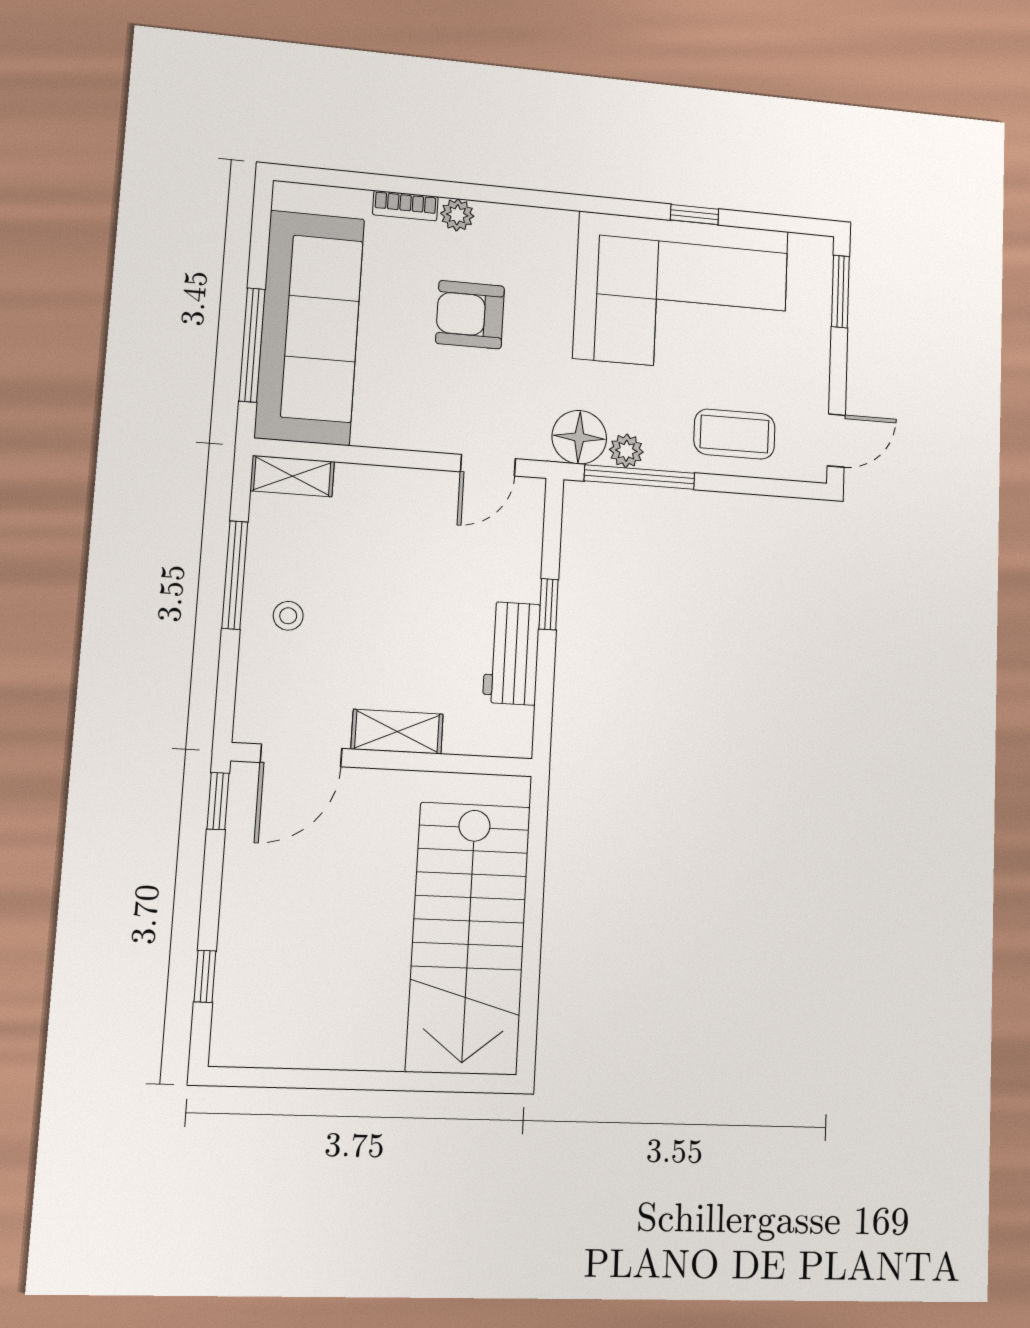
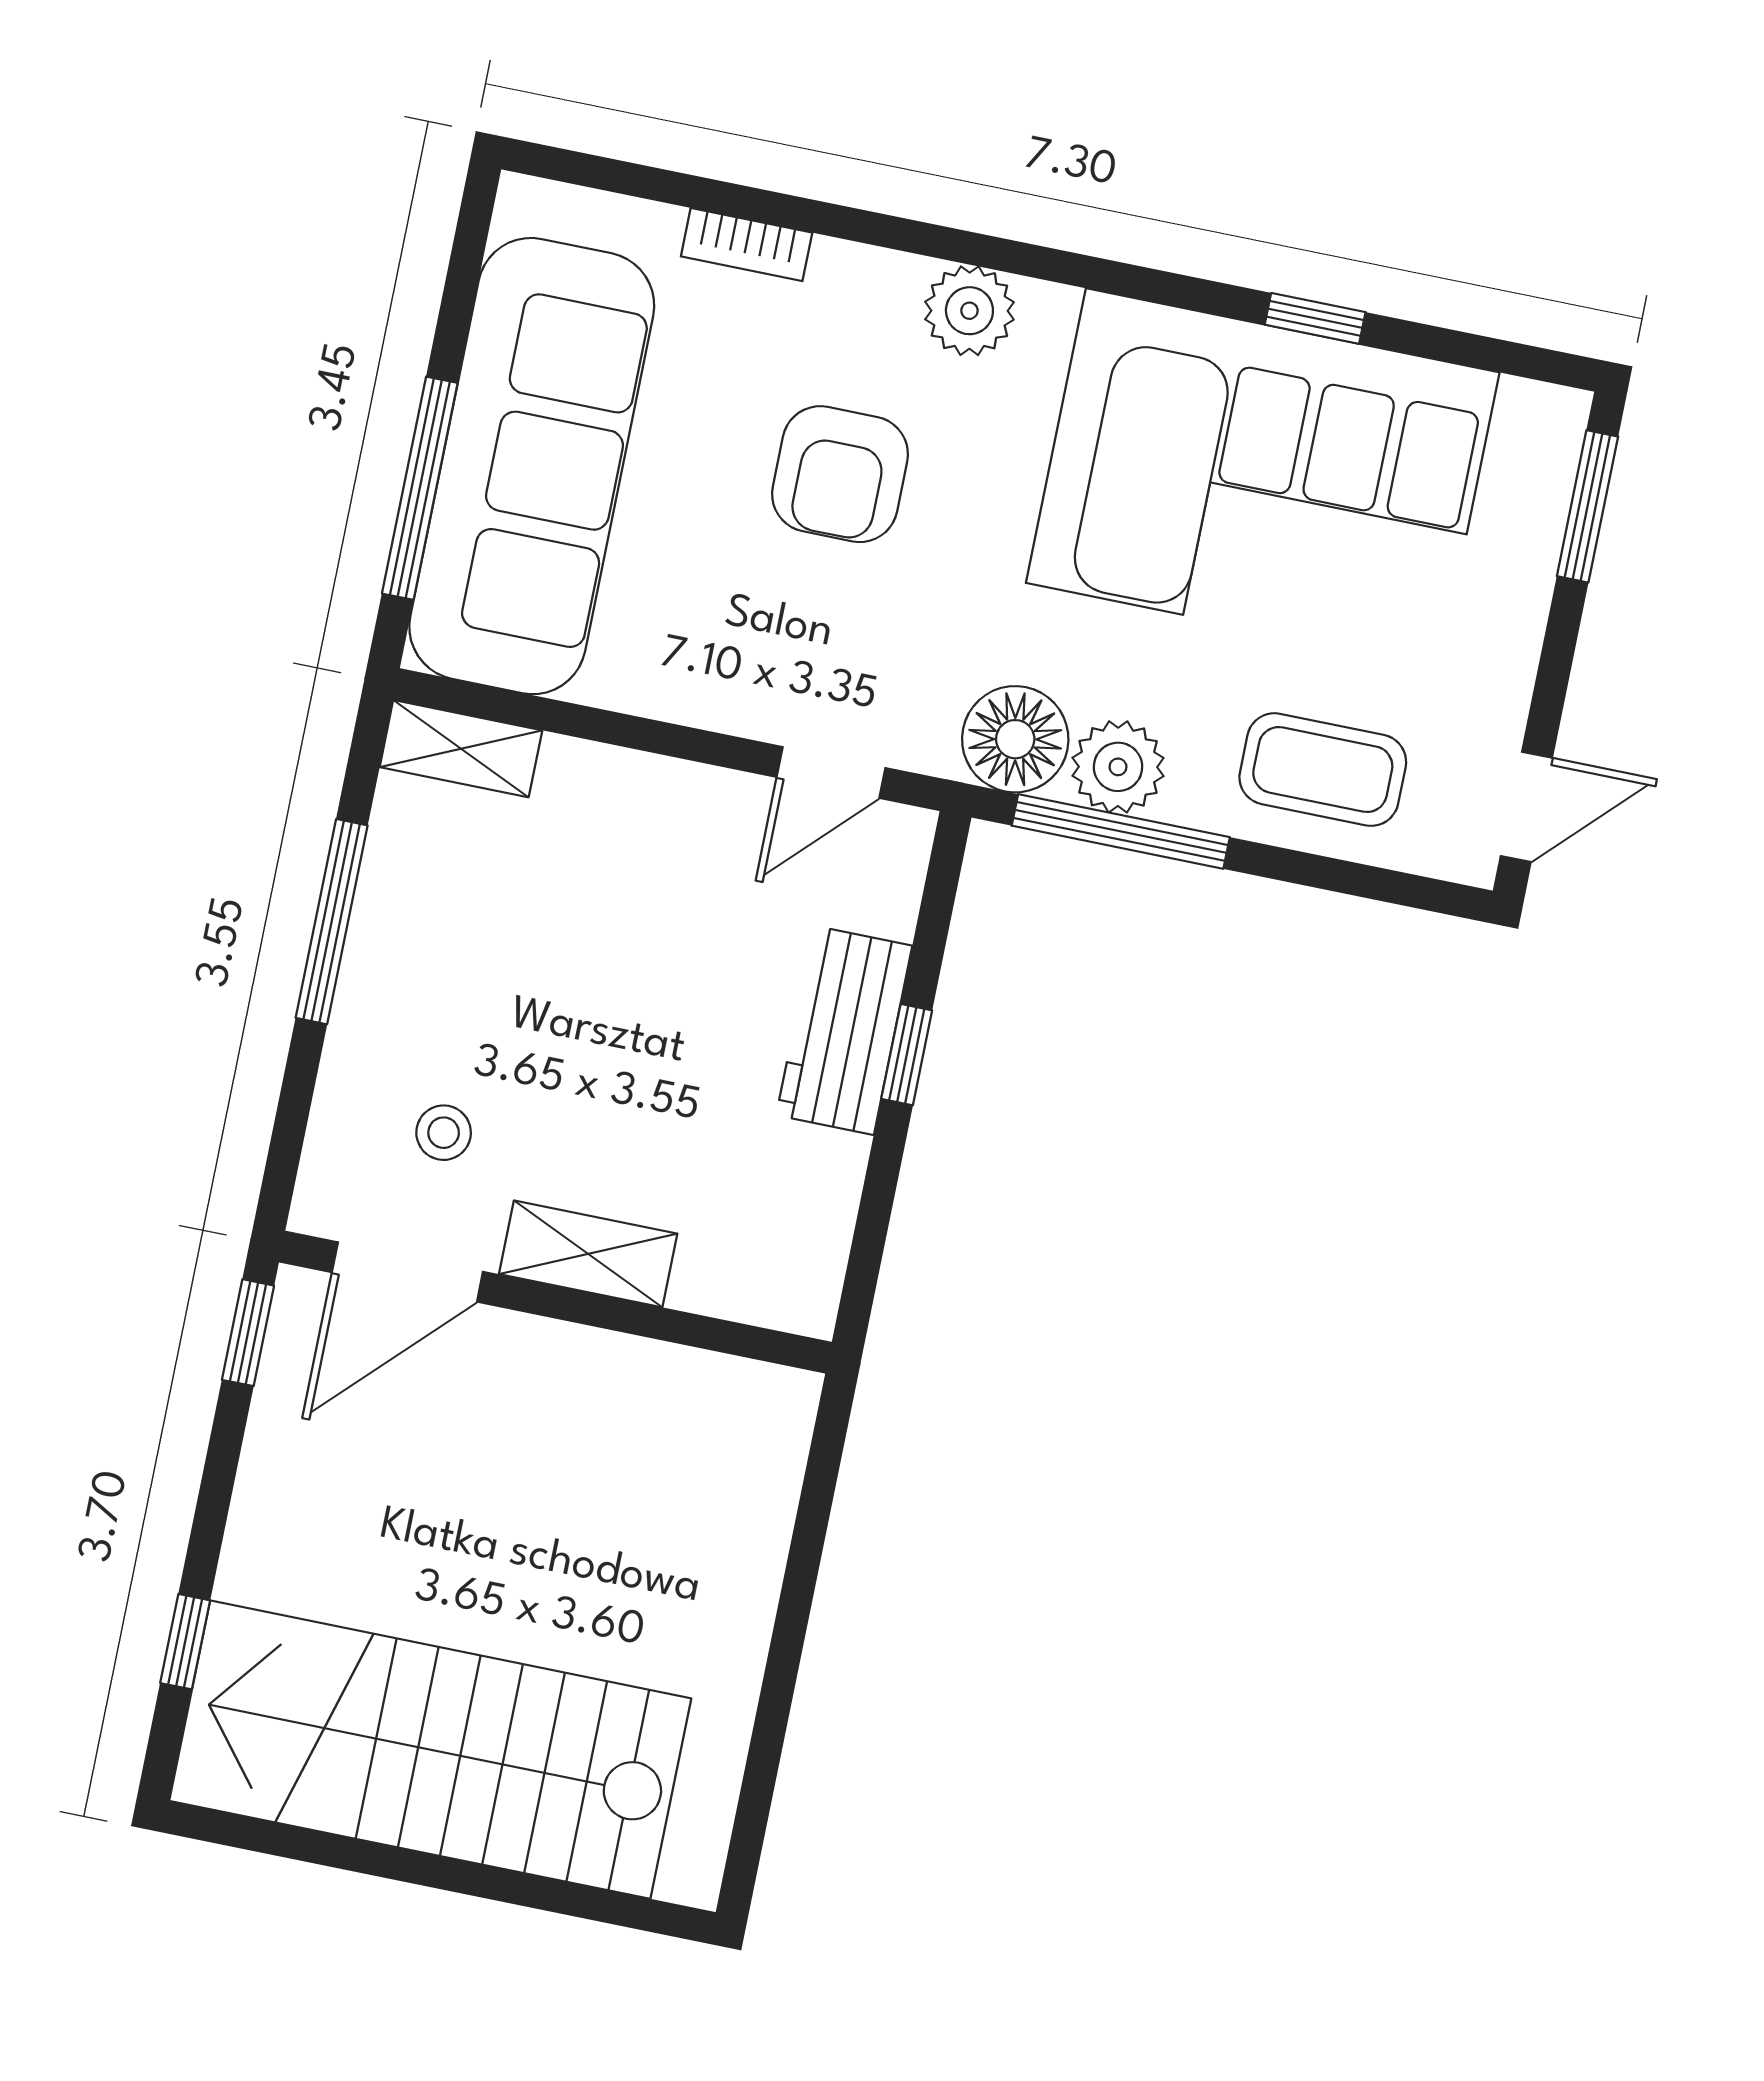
plant: (457, 215) -> (969, 311), moved, width x1.38, depth x1.38
armchair: (470, 315) -> (840, 474), turned -90
plant: (626, 451) -> (1118, 767), width x1.38, depth x1.38
stool: (288, 616) -> (444, 1133), moved
workbench: (512, 653) -> (844, 1030), moved
stairs: (468, 938) -> (430, 1750), moved, turned 90

